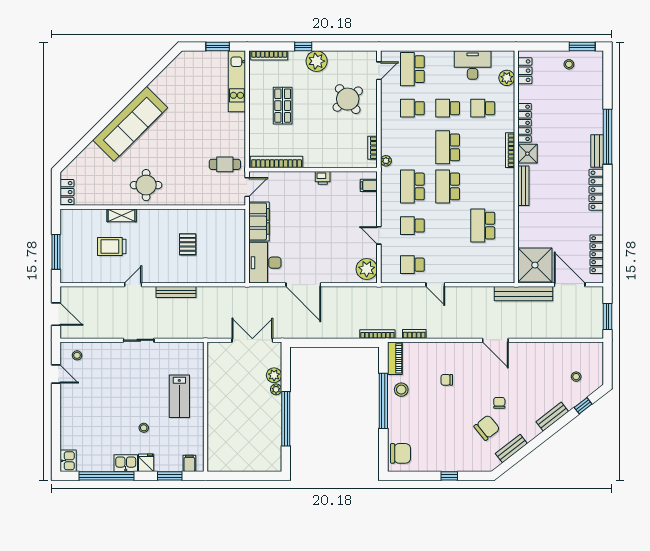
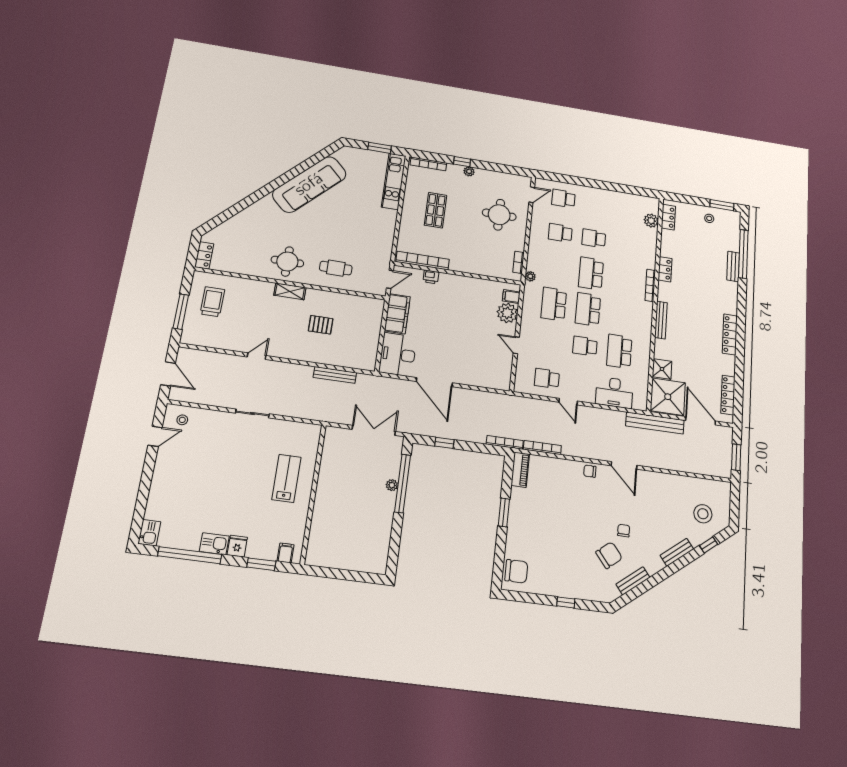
plant: (317, 61) -> (469, 171), width x0.53, depth x0.53
desk: (473, 65) -> (614, 392), moved, turned 180
school desk: (412, 69) -> (563, 198), width x0.54
round table: (348, 99) -> (499, 215), turned 38
school desk: (483, 108) -> (627, 244), removed
locker: (525, 123) -> (665, 269), width x0.66
sofa: (130, 124) -> (309, 184), moved
window: (607, 137) -> (743, 254), moved
bench: (597, 151) -> (733, 266), moved
shower: (527, 154) -> (662, 369), moved
cafe table: (225, 164) -> (336, 268), moved
printer: (323, 178) -> (431, 277), moved
shelving: (122, 215) -> (290, 291), moved
school desk: (412, 226) -> (585, 346), moved
pallet: (188, 244) -> (321, 325), turned 90
trolley: (112, 247) -> (212, 302), moved, turned 90
plant: (367, 269) -> (507, 313), moved
bench: (176, 292) -> (335, 375), moved
bookcase: (414, 334) -> (542, 448), width x1.56
window: (320, 343) -> (444, 443), added
door: (56, 374) -> (155, 436), hinge flipped
plant: (274, 375) -> (392, 470), removed
stool: (576, 377) -> (703, 514), width x1.89, depth x1.89
chair: (447, 380) -> (590, 471), moved
stool: (401, 390) -> (524, 503), removed
lab bench: (179, 396) -> (286, 478), turned 180
window: (383, 401) -> (504, 512), width x0.47
window: (286, 419) -> (403, 483), moved
stool: (144, 428) -> (241, 507), removed

